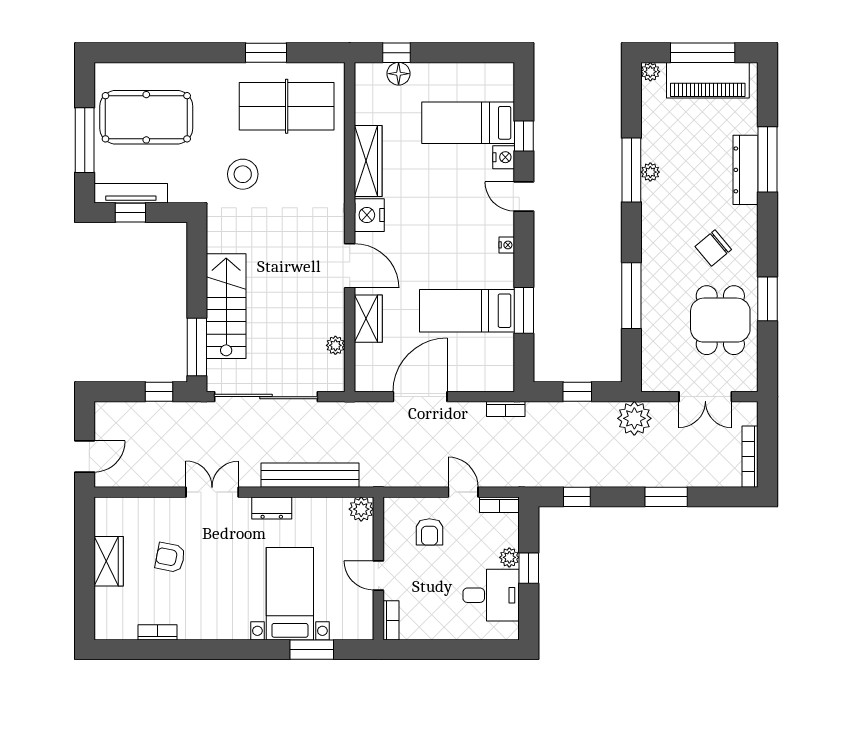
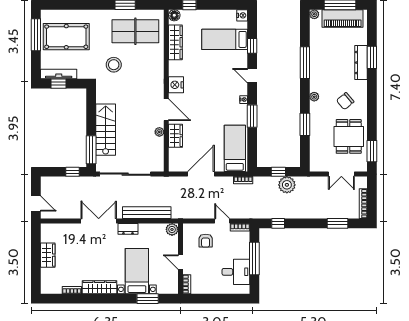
floor lamp: (399, 74) -> (174, 15), moved
window: (85, 140) -> (36, 35), moved
nightstand: (504, 157) -> (242, 15), moved
window: (767, 159) -> (372, 57), width x0.69
wardrobe: (368, 161) -> (175, 42), moved
plant: (650, 172) -> (314, 97), moved
window: (631, 296) -> (305, 124), width x0.69
window: (767, 299) -> (372, 151), moved
window: (524, 310) -> (252, 116), moved
bed: (467, 311) -> (235, 148), moved, turned 90
plant: (335, 345) -> (159, 132), moved
plant: (634, 418) -> (287, 185), moved
door: (85, 456) -> (36, 204), hinge flipped
double door: (212, 492) -> (99, 221), width x1.37
window: (666, 497) -> (338, 223), moved
armchair: (170, 557) -> (78, 253), removed
plant: (509, 557) -> (245, 253), removed
window: (529, 568) -> (254, 259), width x2.17
wardrobe: (214, 627) -> (100, 287), added

